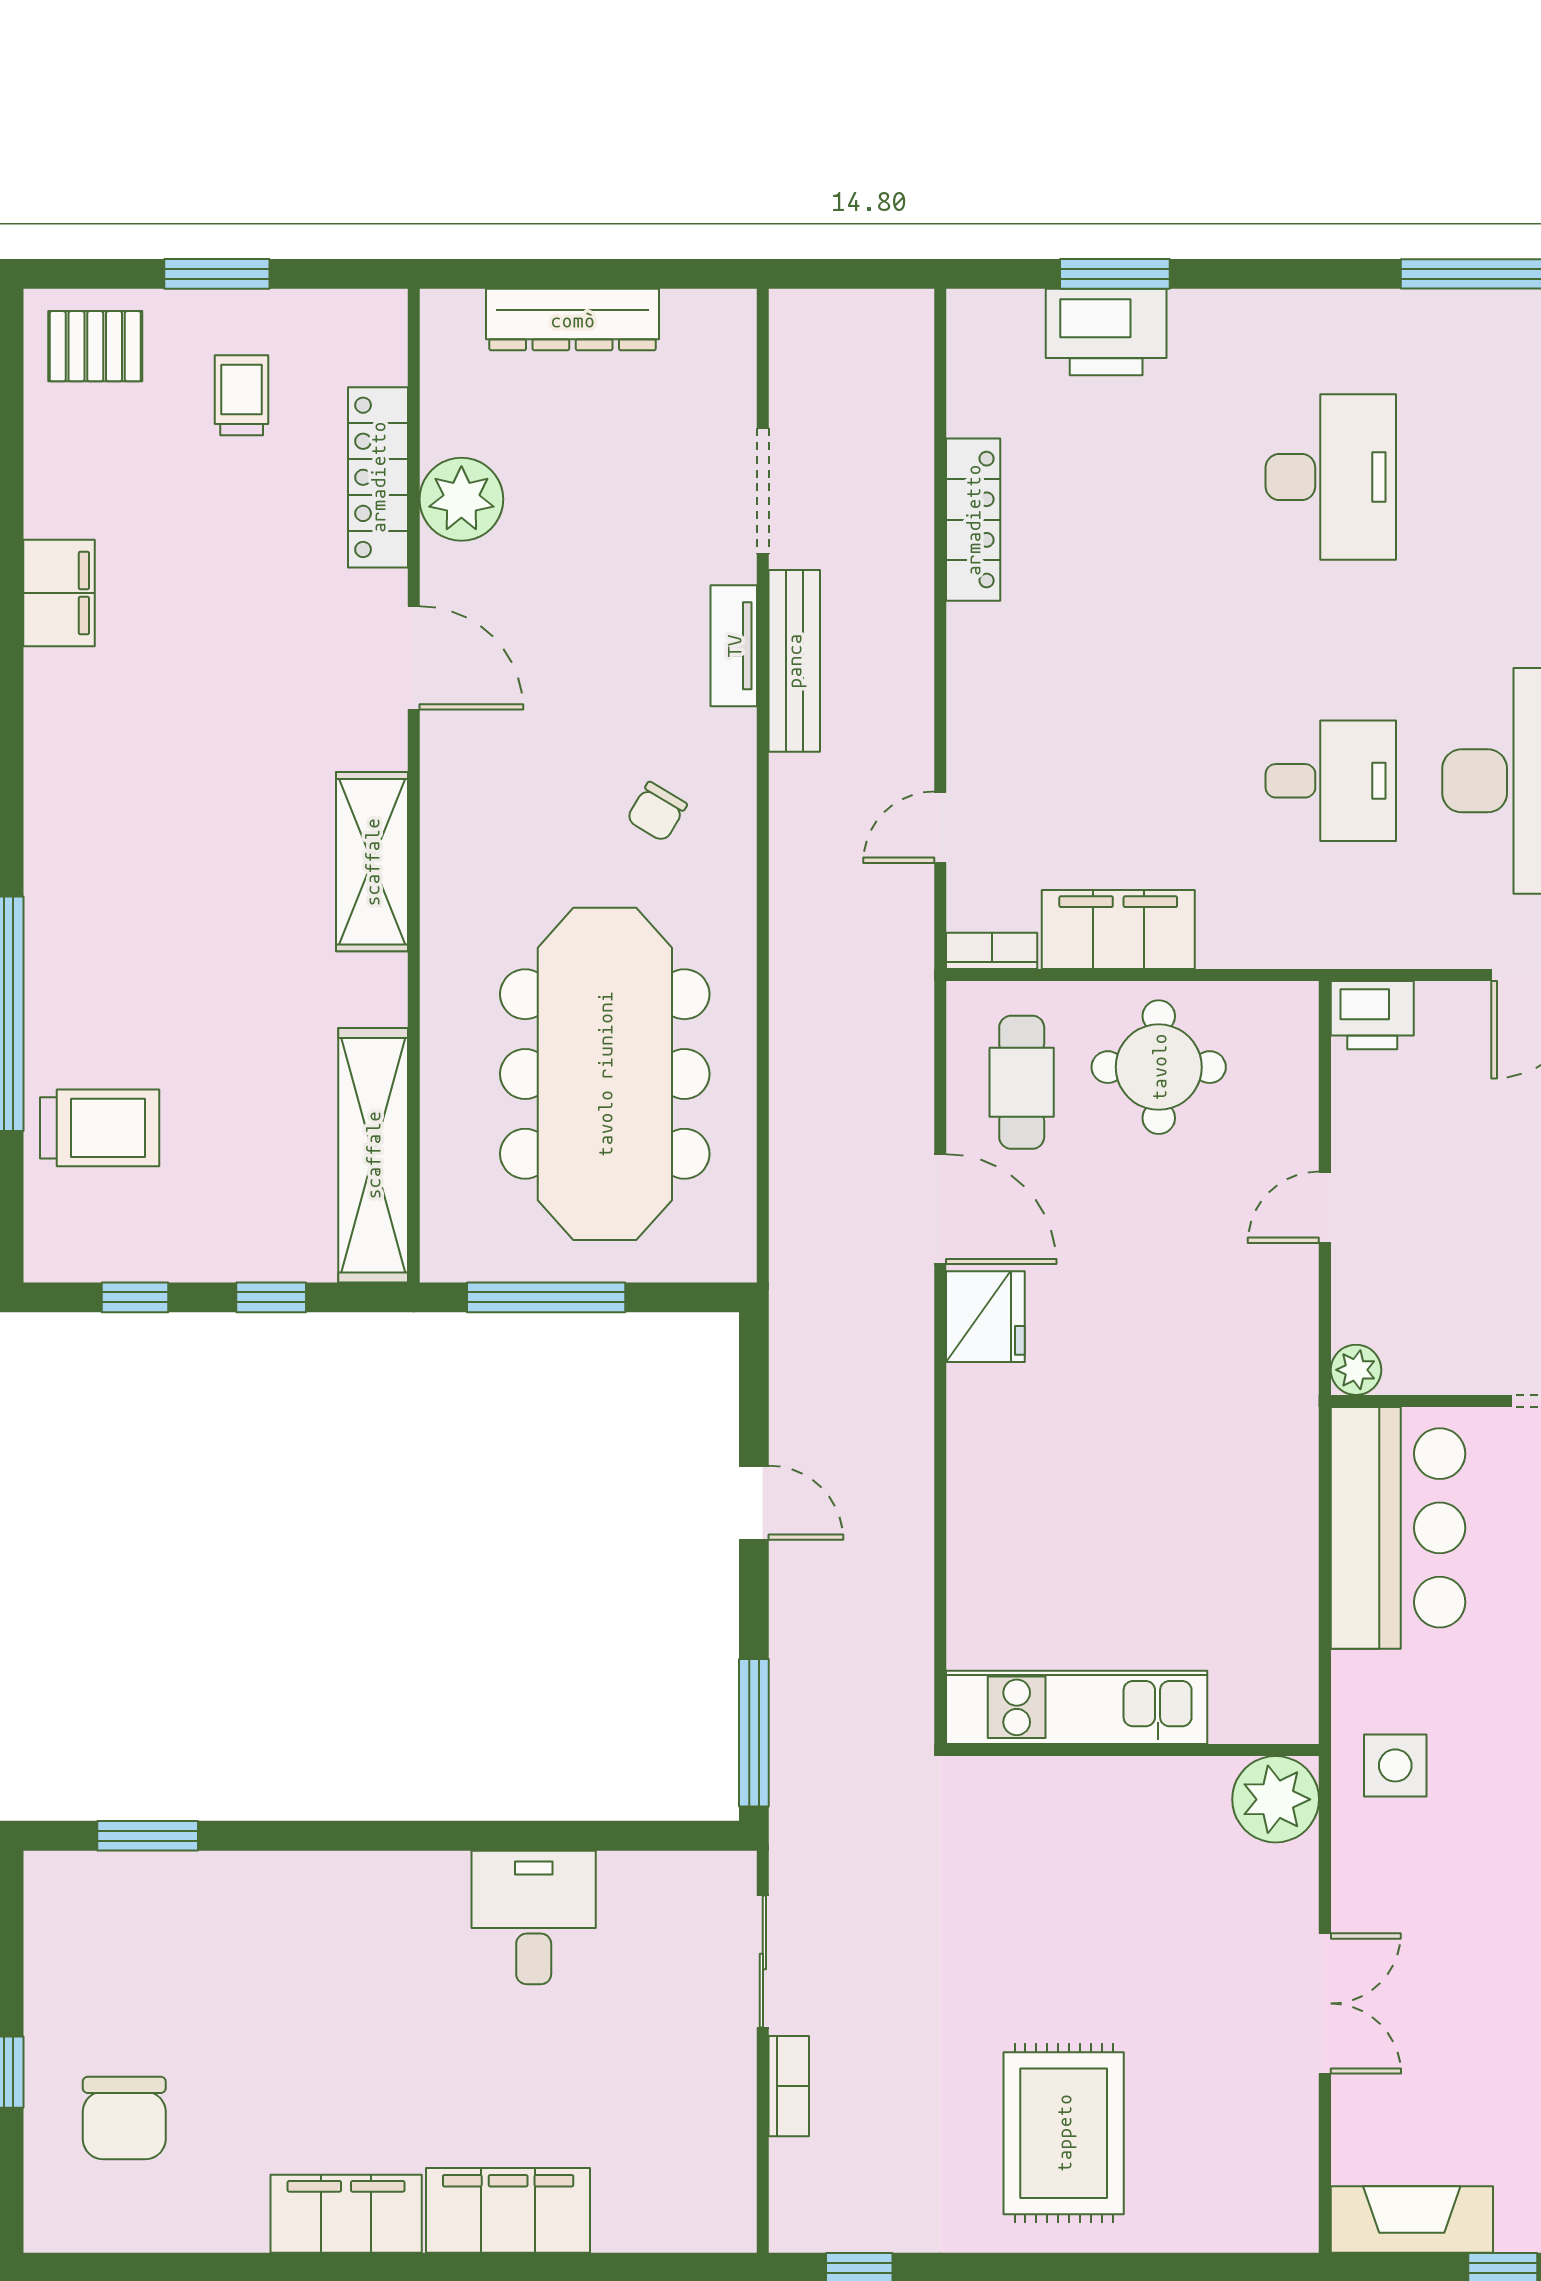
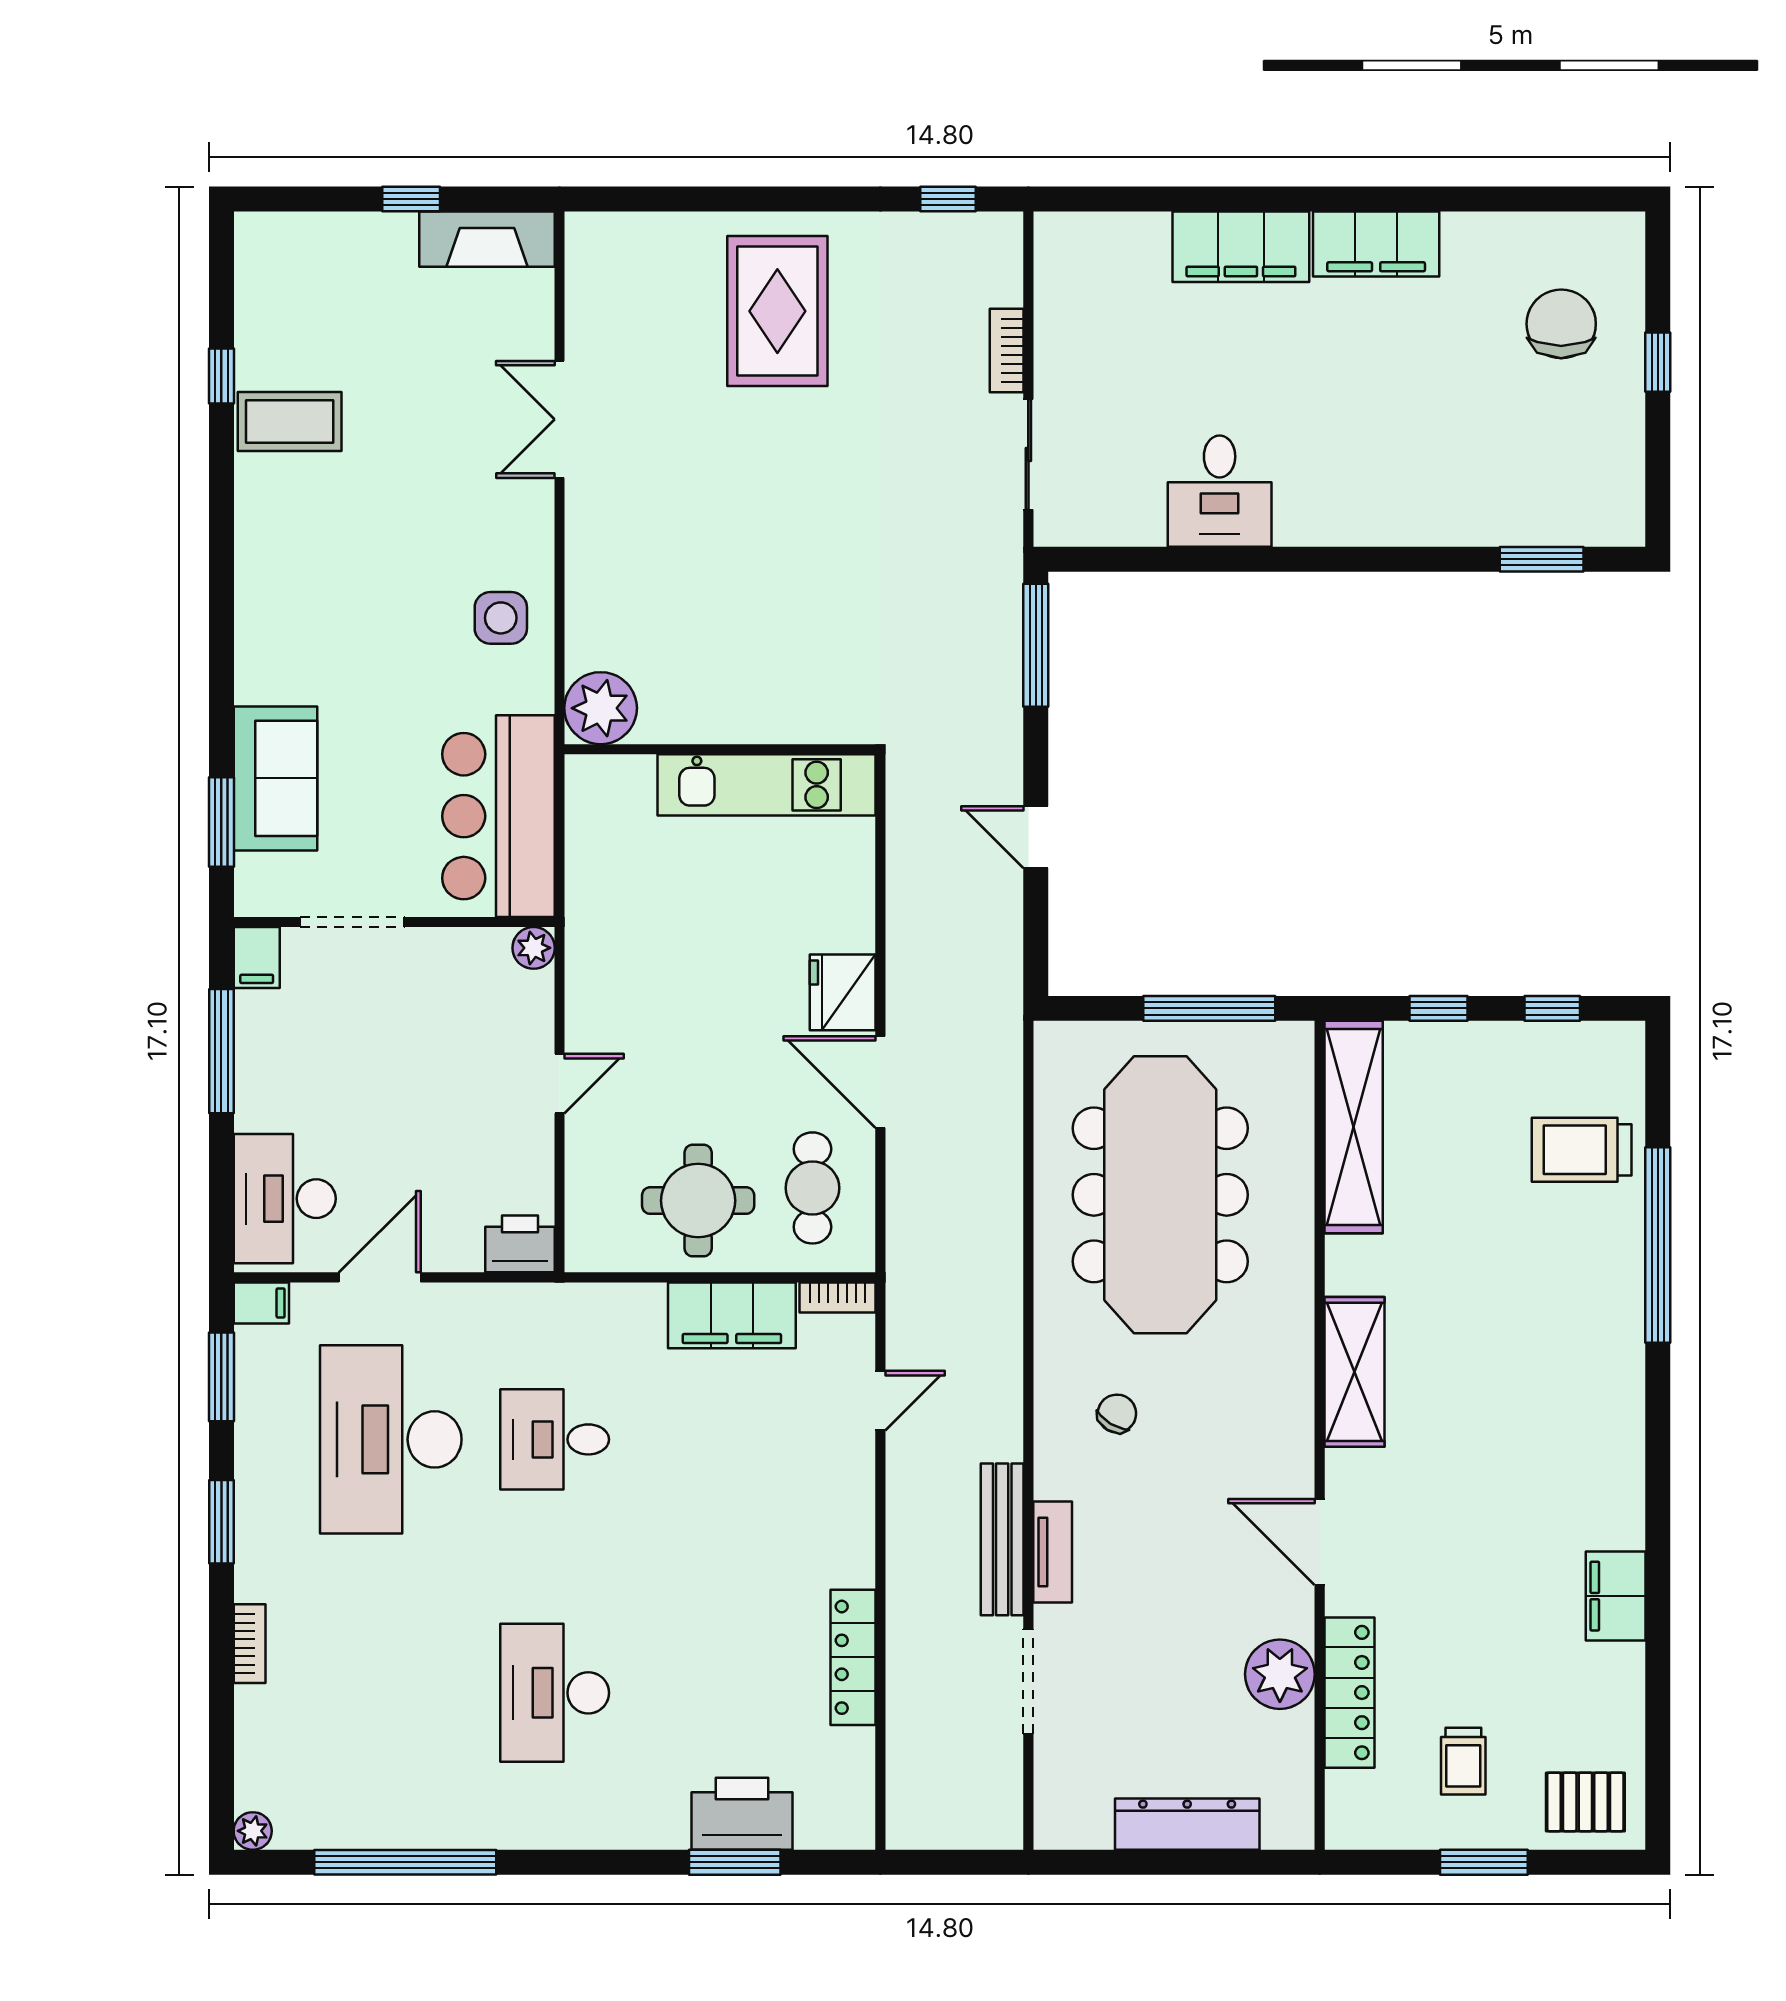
kitchen unit: (1077, 1707) -> (767, 785), moved
wall: (1133, 1750) -> (720, 749), moved
plant: (1276, 1799) -> (601, 708), moved

